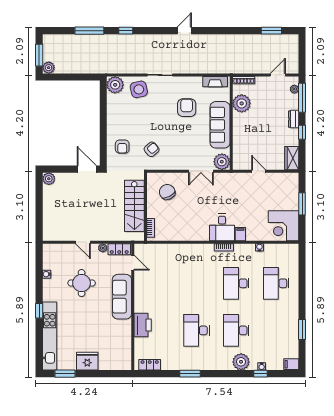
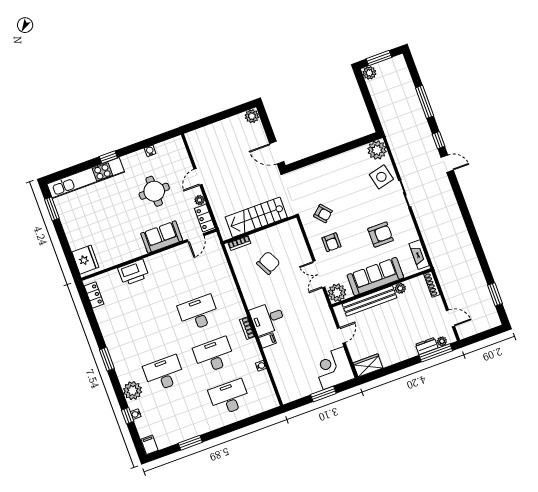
door: (184, 31) -> (447, 164), moved
plant: (242, 103) -> (400, 288), width x0.53, depth x0.53
dresser: (294, 119) -> (427, 346), moved
window: (302, 132) -> (399, 366), removed
bench: (239, 137) -> (370, 301), added
armchair: (122, 147) -> (332, 242), moved, turned -90
door: (87, 169) -> (277, 153), swing flipped
chair: (167, 192) -> (268, 263), moved
corner desk: (284, 226) -> (333, 368), moved
sofa: (122, 297) -> (162, 237), width x0.73
desk: (196, 330) -> (198, 313), moved
fridge: (87, 361) -> (85, 260), moved
window: (190, 374) -> (107, 359), moved

